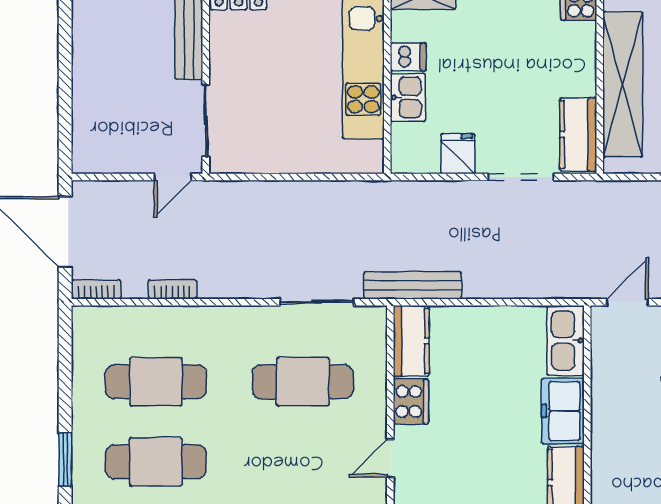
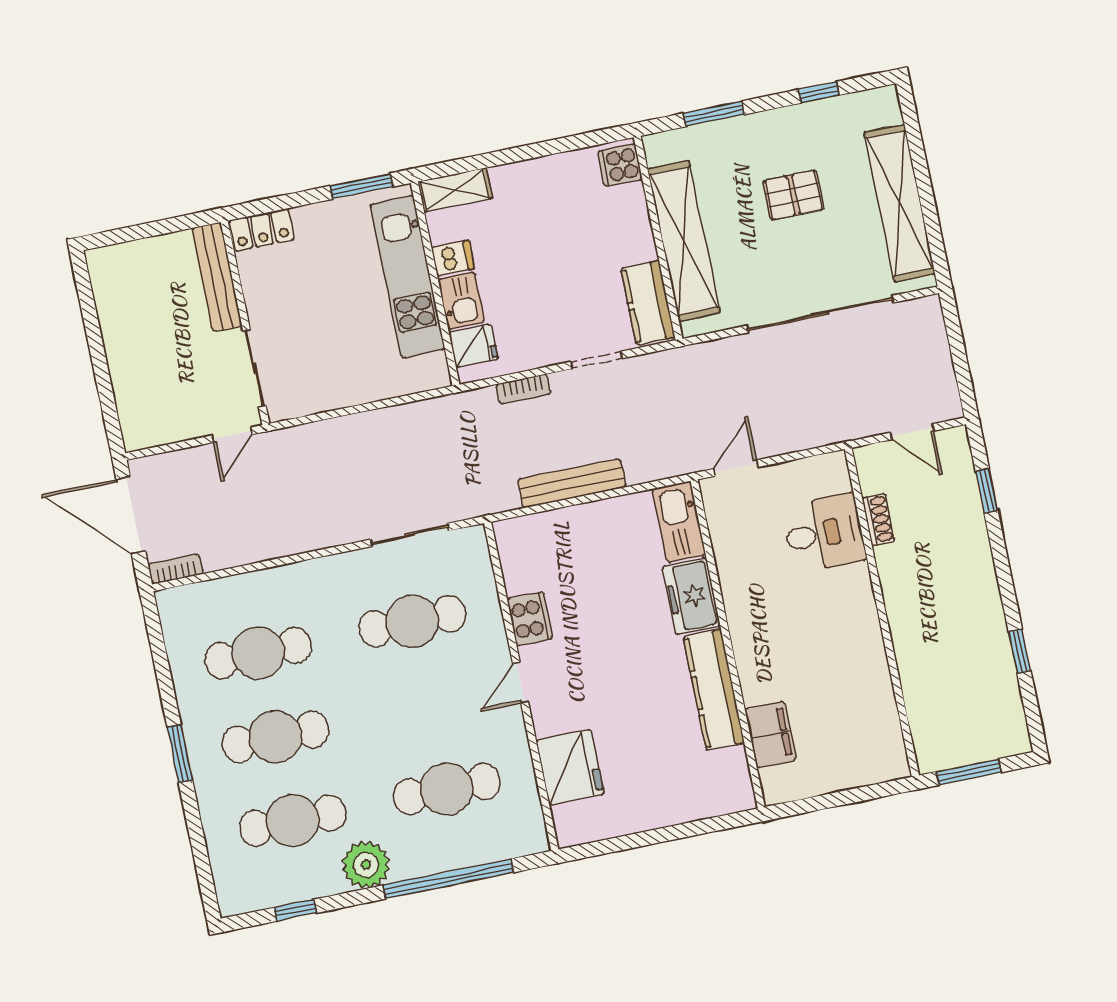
fridge: (458, 154) -> (473, 346), moved, turned 90
doorway: (521, 177) -> (597, 360), width x0.73
bench: (413, 285) -> (572, 483), moved
bookcase: (172, 289) -> (523, 389), moved, turned 180
kitchen counter: (411, 341) -> (517, 555), removed

